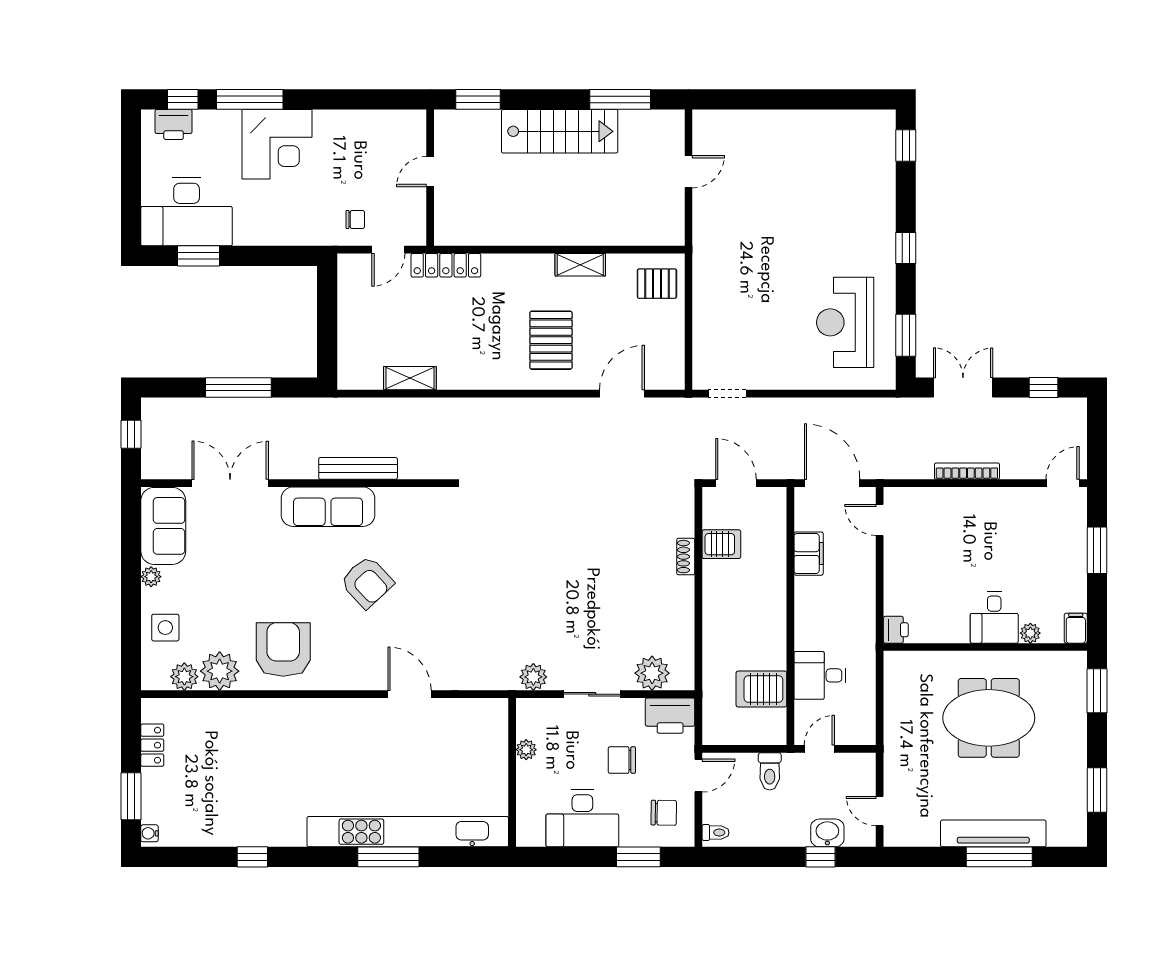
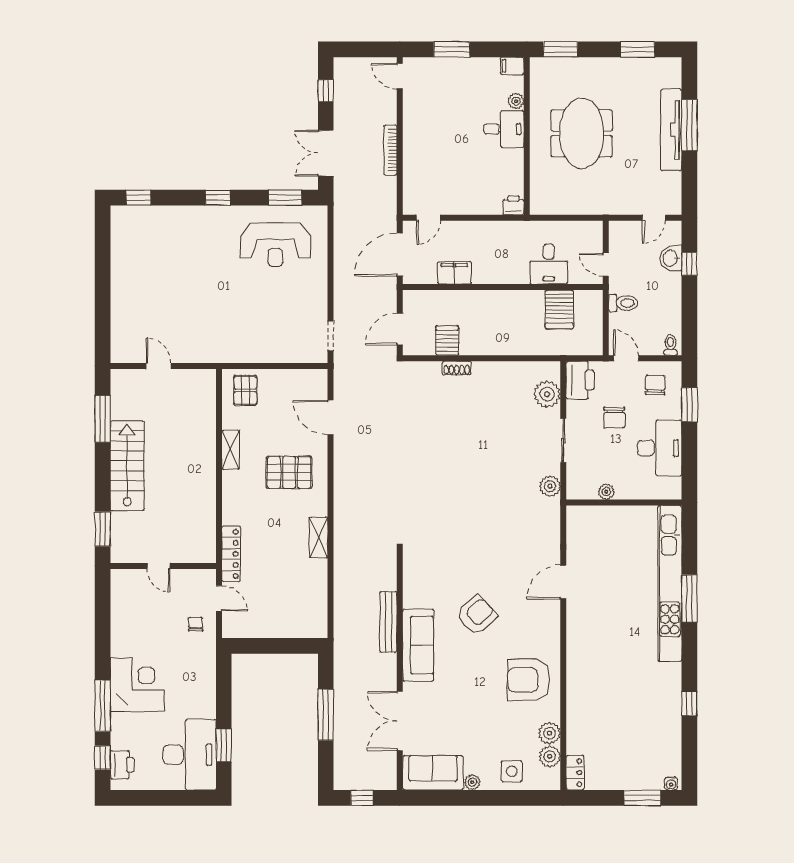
shelving: (410, 378) -> (318, 537), moved
plant: (220, 671) -> (549, 733), width x0.73, depth x0.73
locker: (152, 745) -> (575, 773), moved, turned 90

